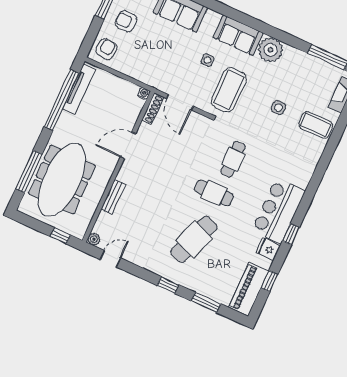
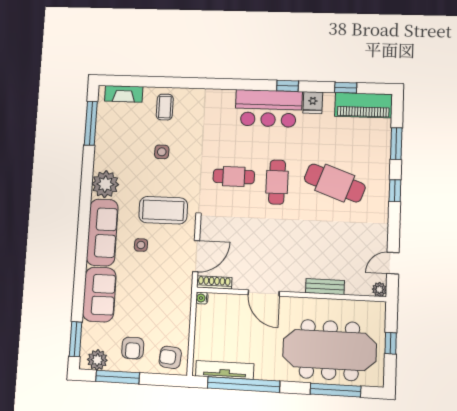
sofa: (238, 35) -> (102, 232), width x1.36
coffee table: (316, 125) -> (165, 107), width x0.73, depth x0.77
window: (60, 236) -> (391, 343), moved
door: (110, 259) -> (393, 263), hinge flipped

